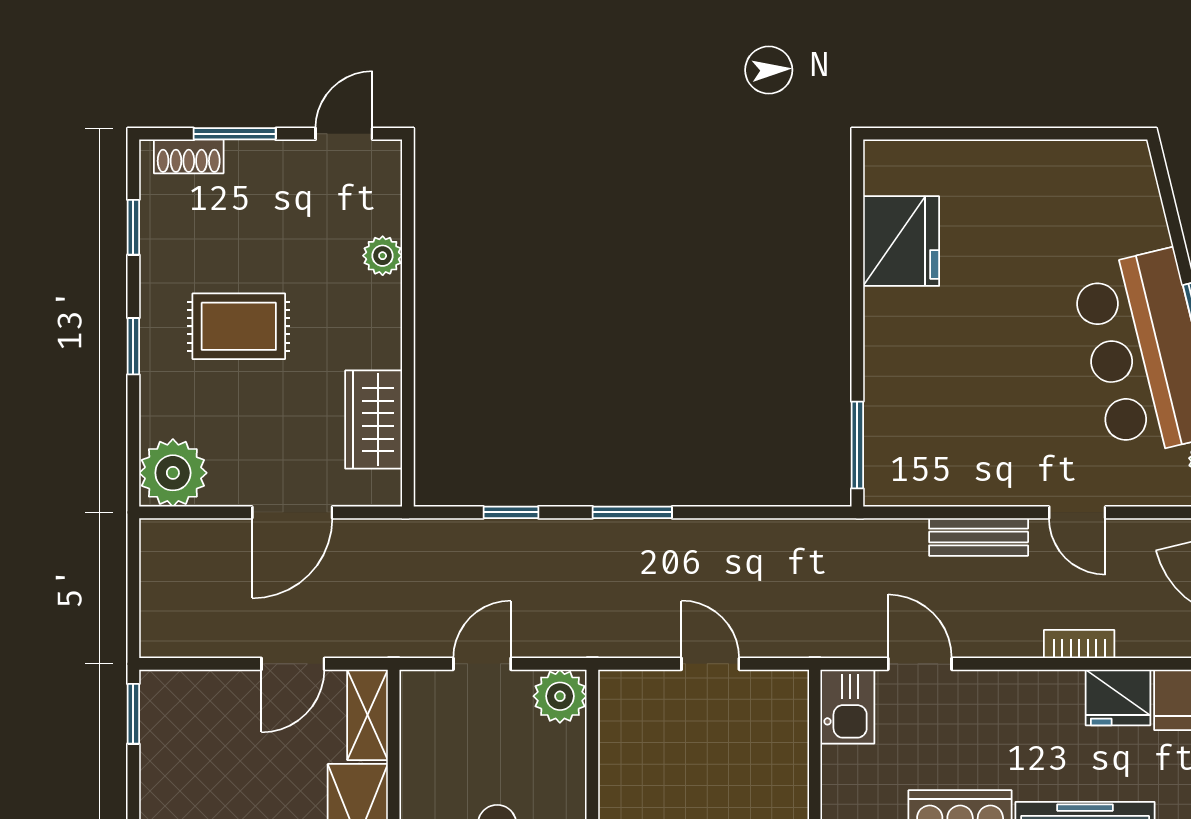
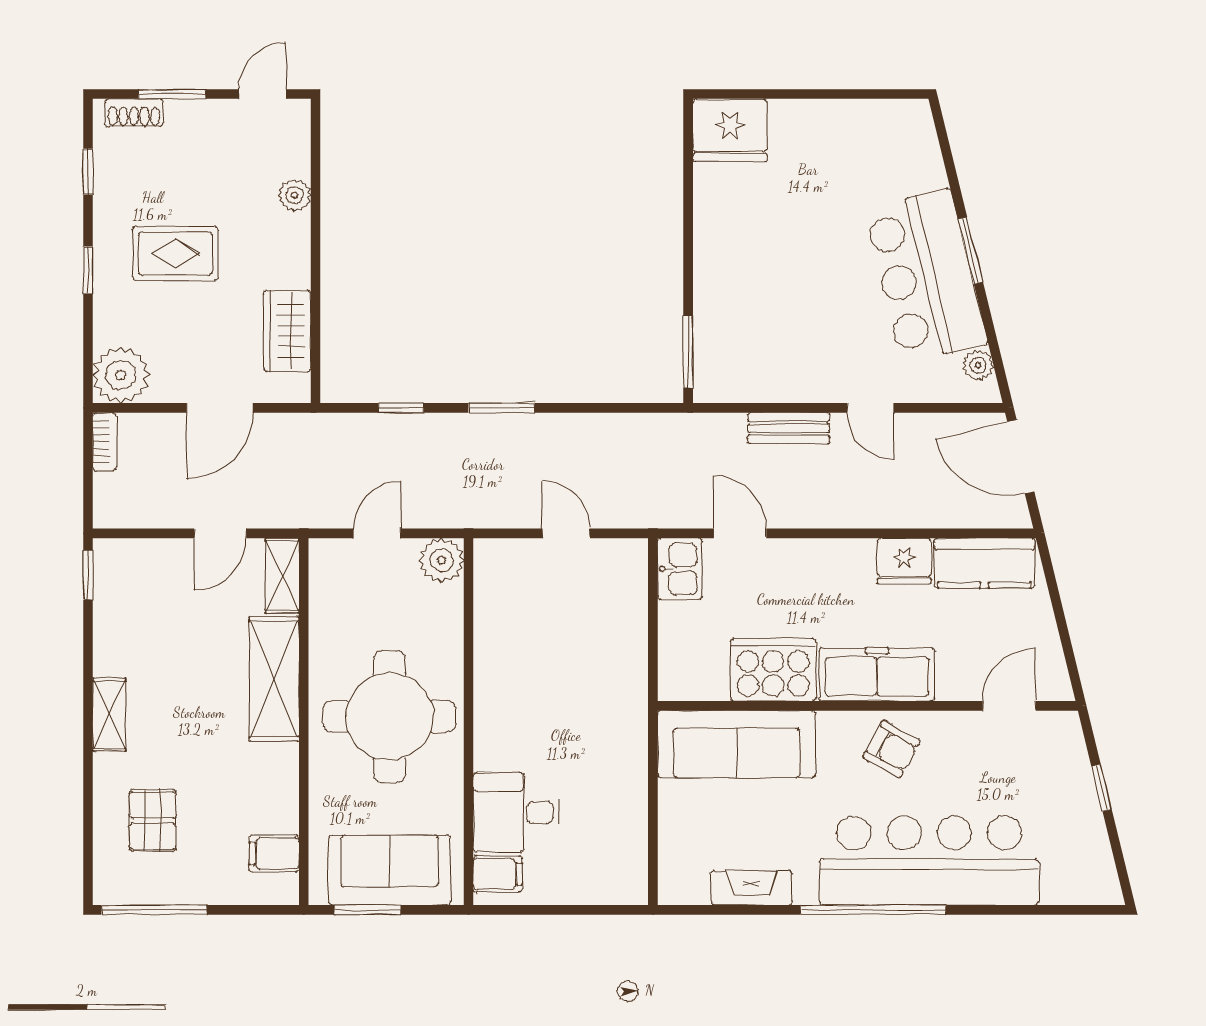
fridge: (901, 241) -> (730, 130), moved, turned 90
bookcase: (1079, 644) -> (104, 442), moved, turned 90

